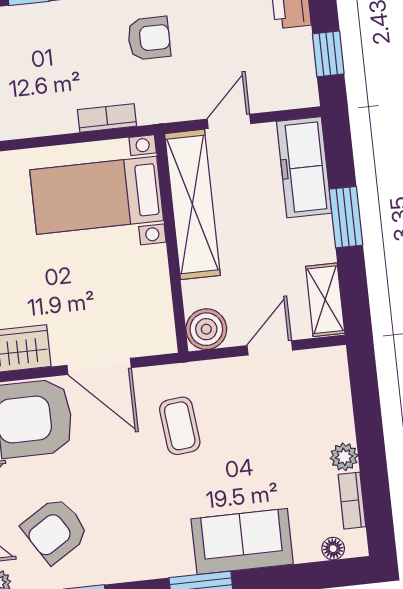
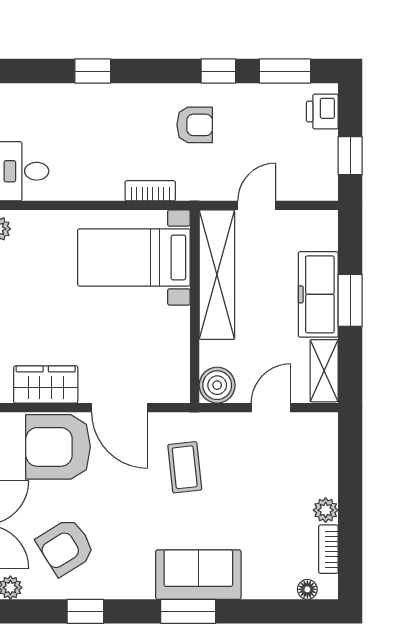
freezer: (304, 167) -> (318, 294), moved
sofa: (242, 542) -> (198, 575), moved

